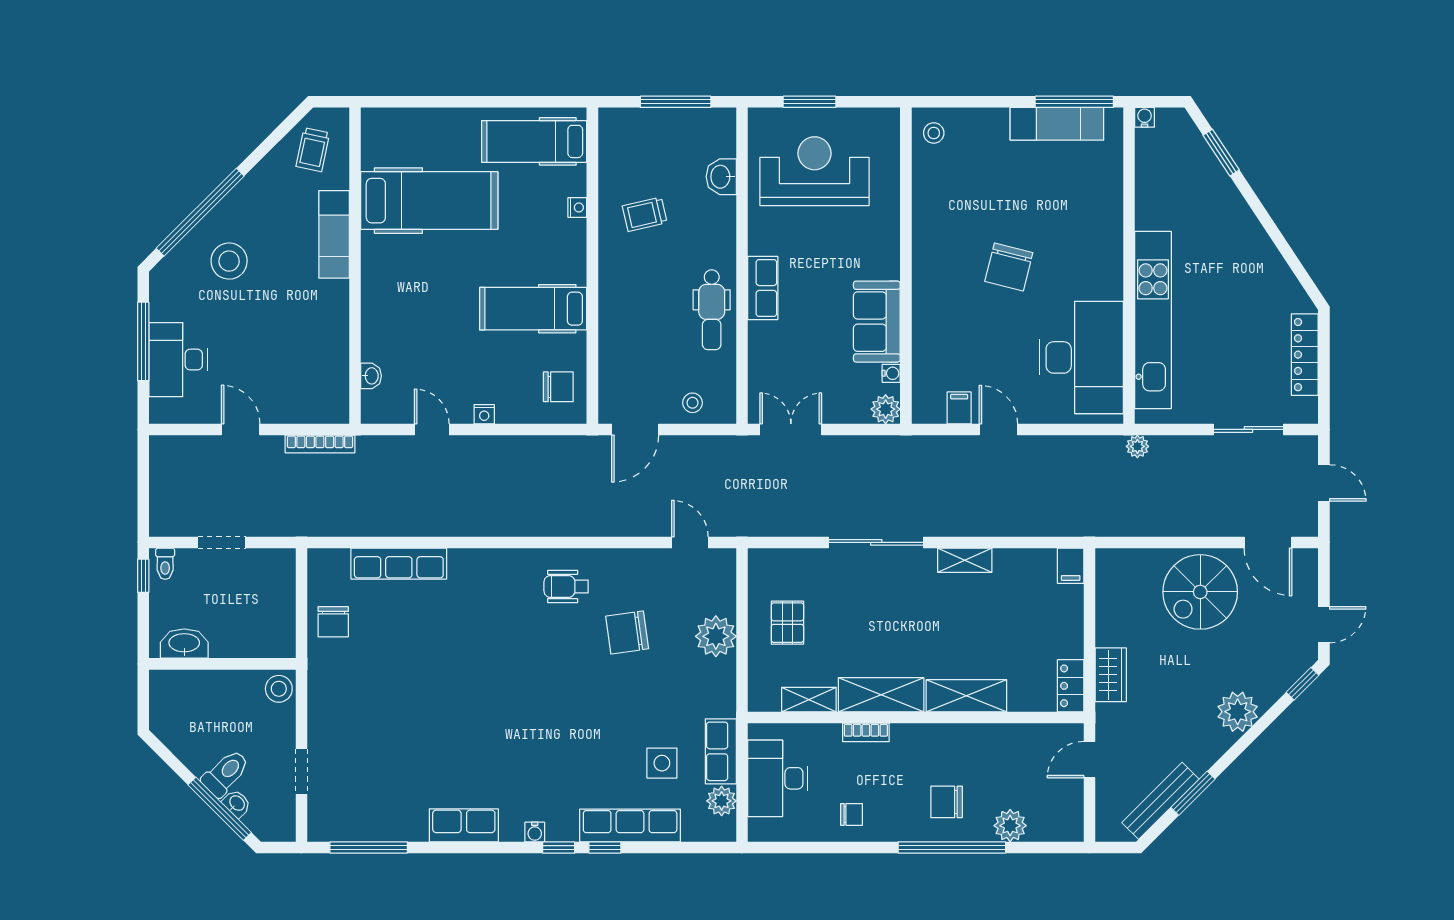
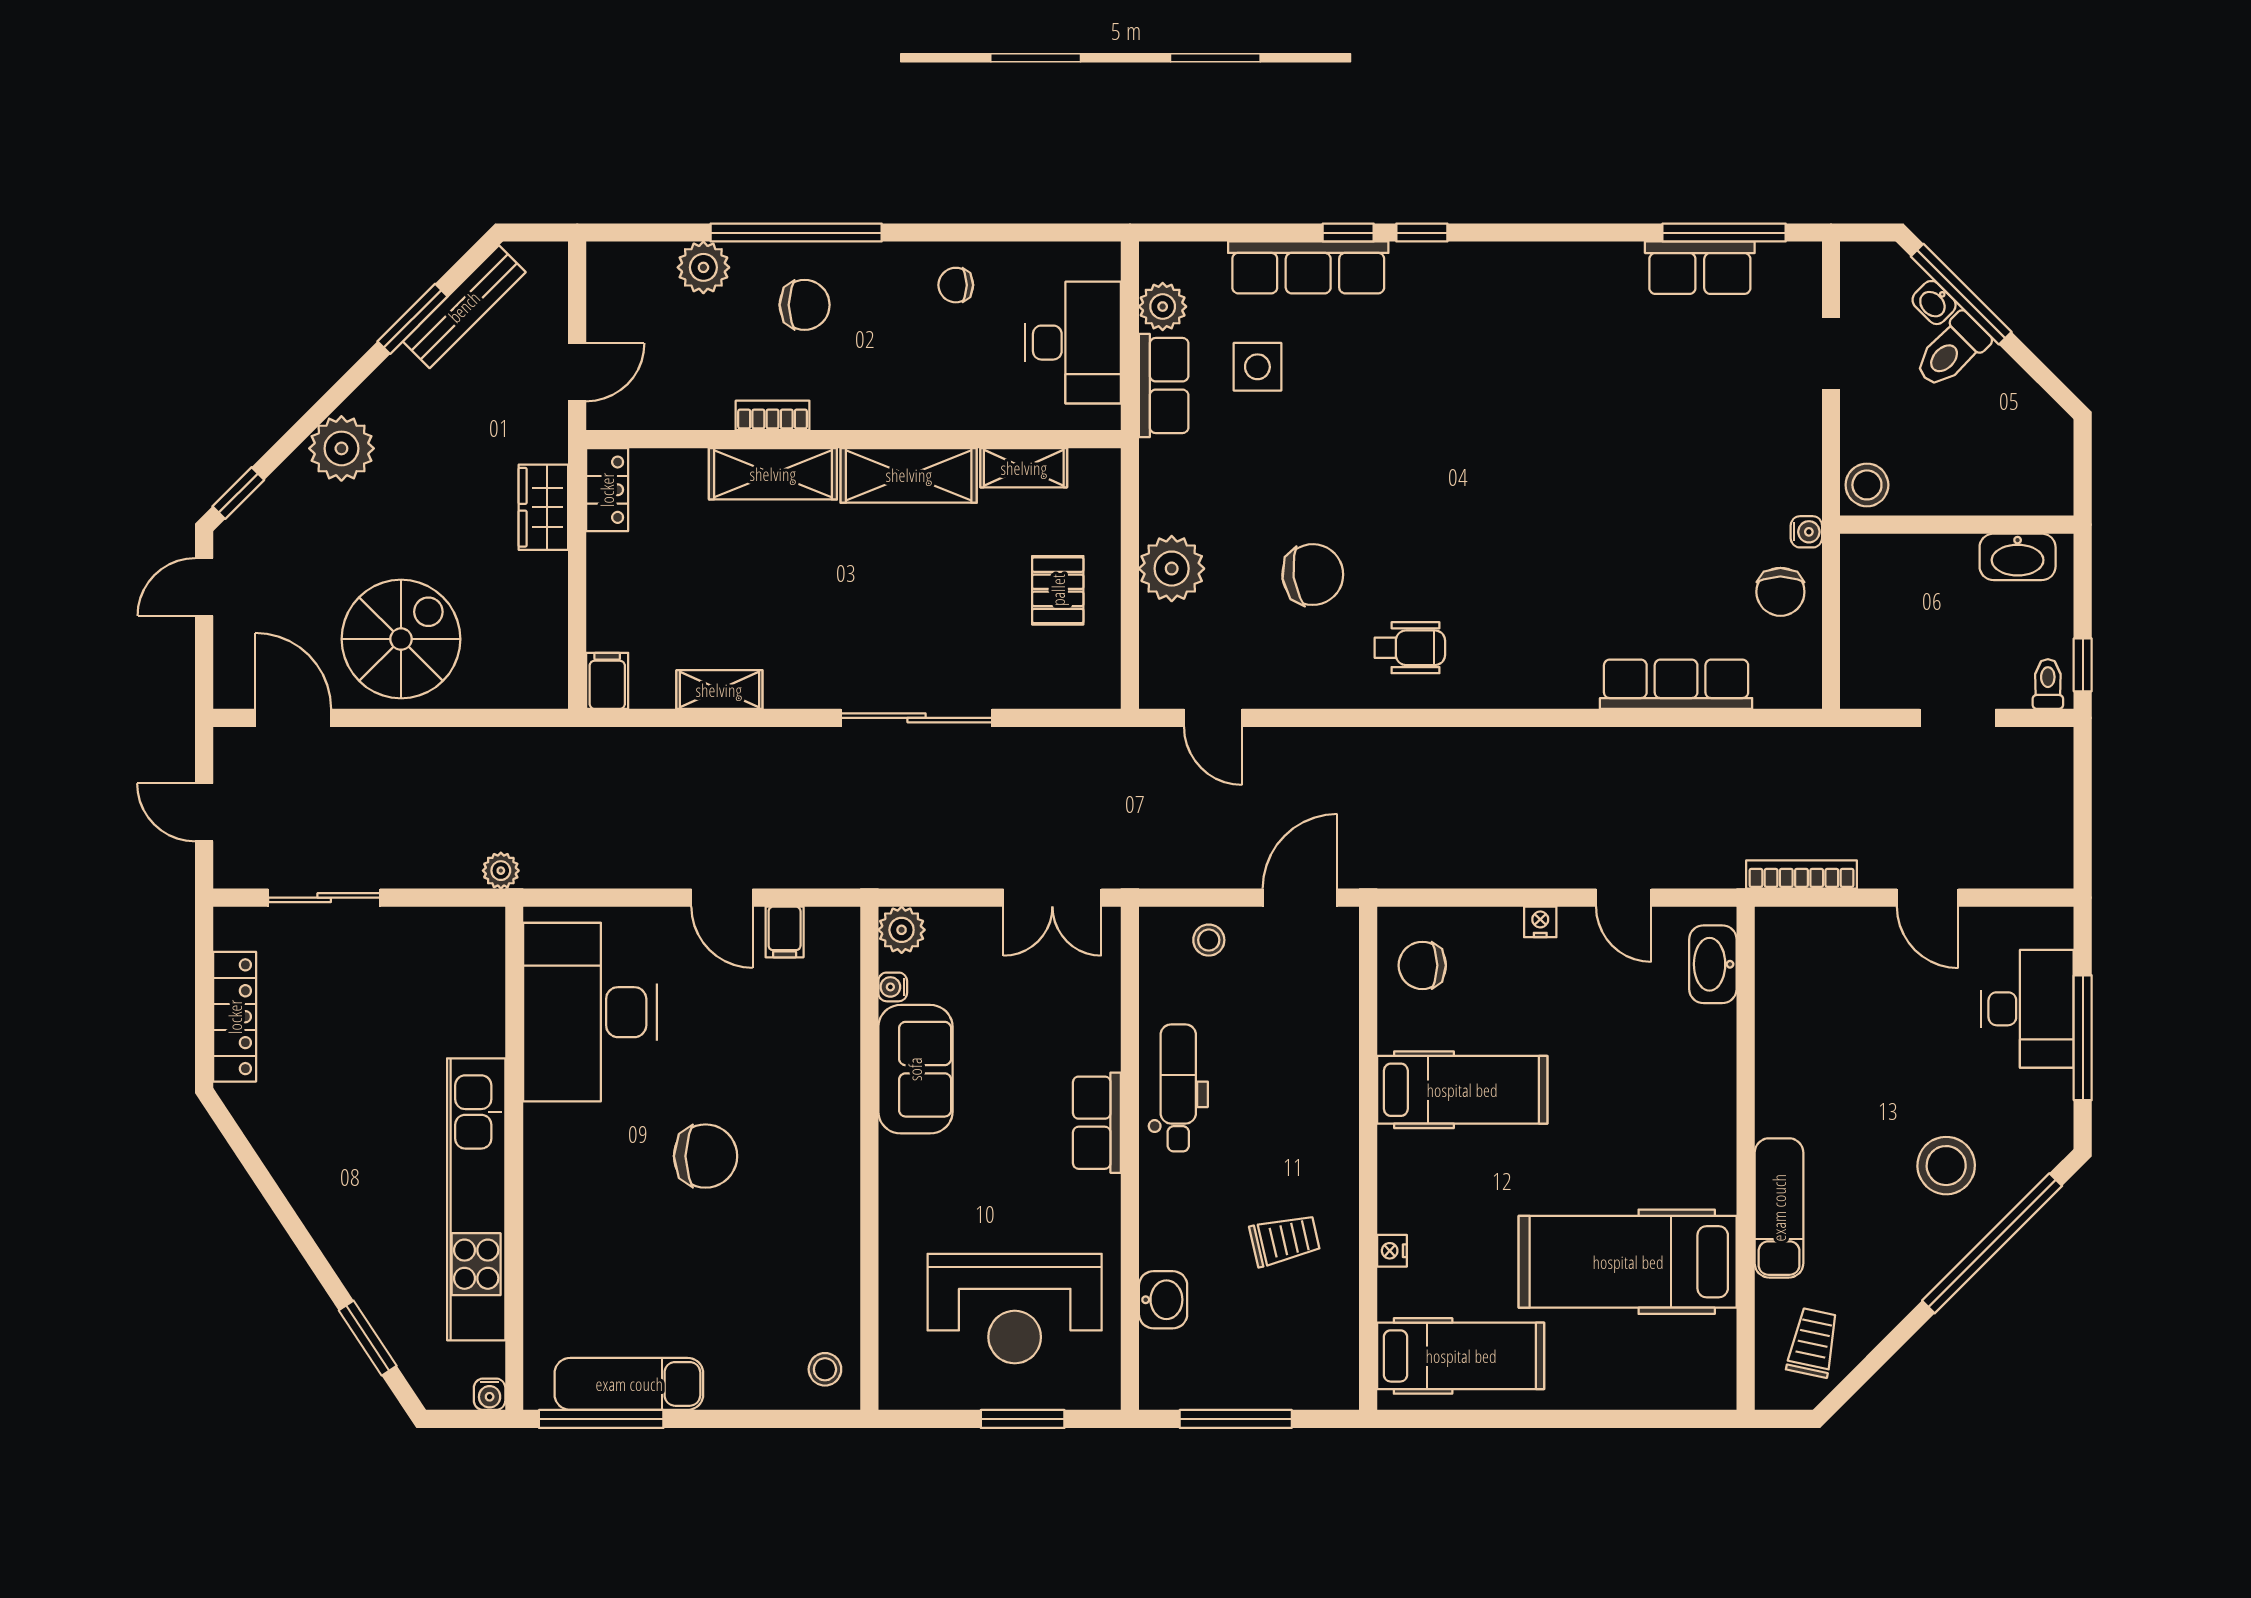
chair: (1009, 267) -> (706, 1156), turned 76
kitchen unit: (1153, 320) -> (476, 1199), moved
washbasin: (371, 376) -> (1713, 964), width x1.91, depth x1.45
shelving: (965, 560) -> (719, 690), moved
chair: (333, 622) -> (1780, 592), turned 180
bookcase: (866, 732) -> (773, 415), moved
row of seats: (464, 825) -> (1700, 268), moved
water cooler: (535, 832) -> (1806, 532), moved, turned 90

